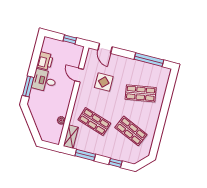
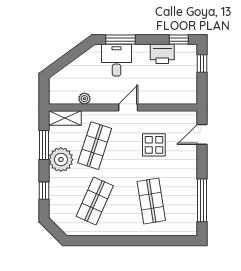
window: (70, 39) -> (202, 64), moved
window: (38, 48) -> (179, 39), added
door: (79, 75) -> (128, 108), moved
desk: (44, 81) -> (117, 60), moved
plant: (98, 146) -> (61, 160), added

